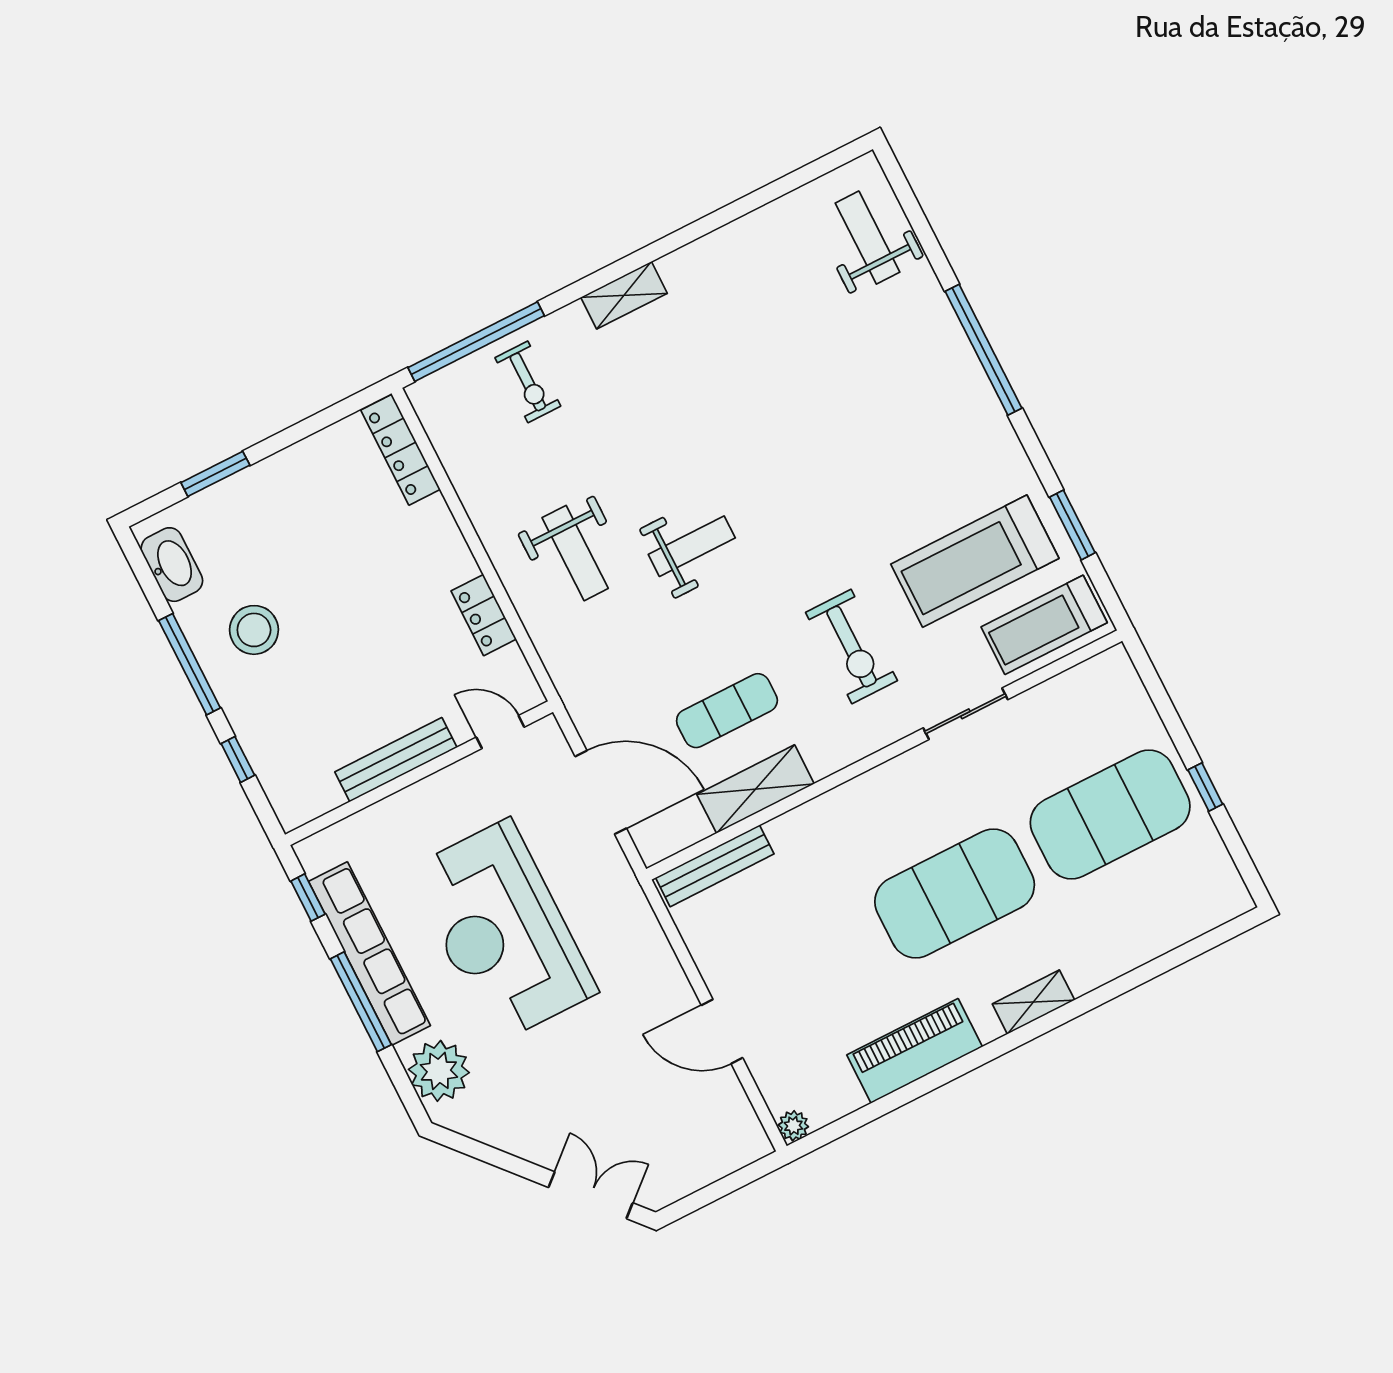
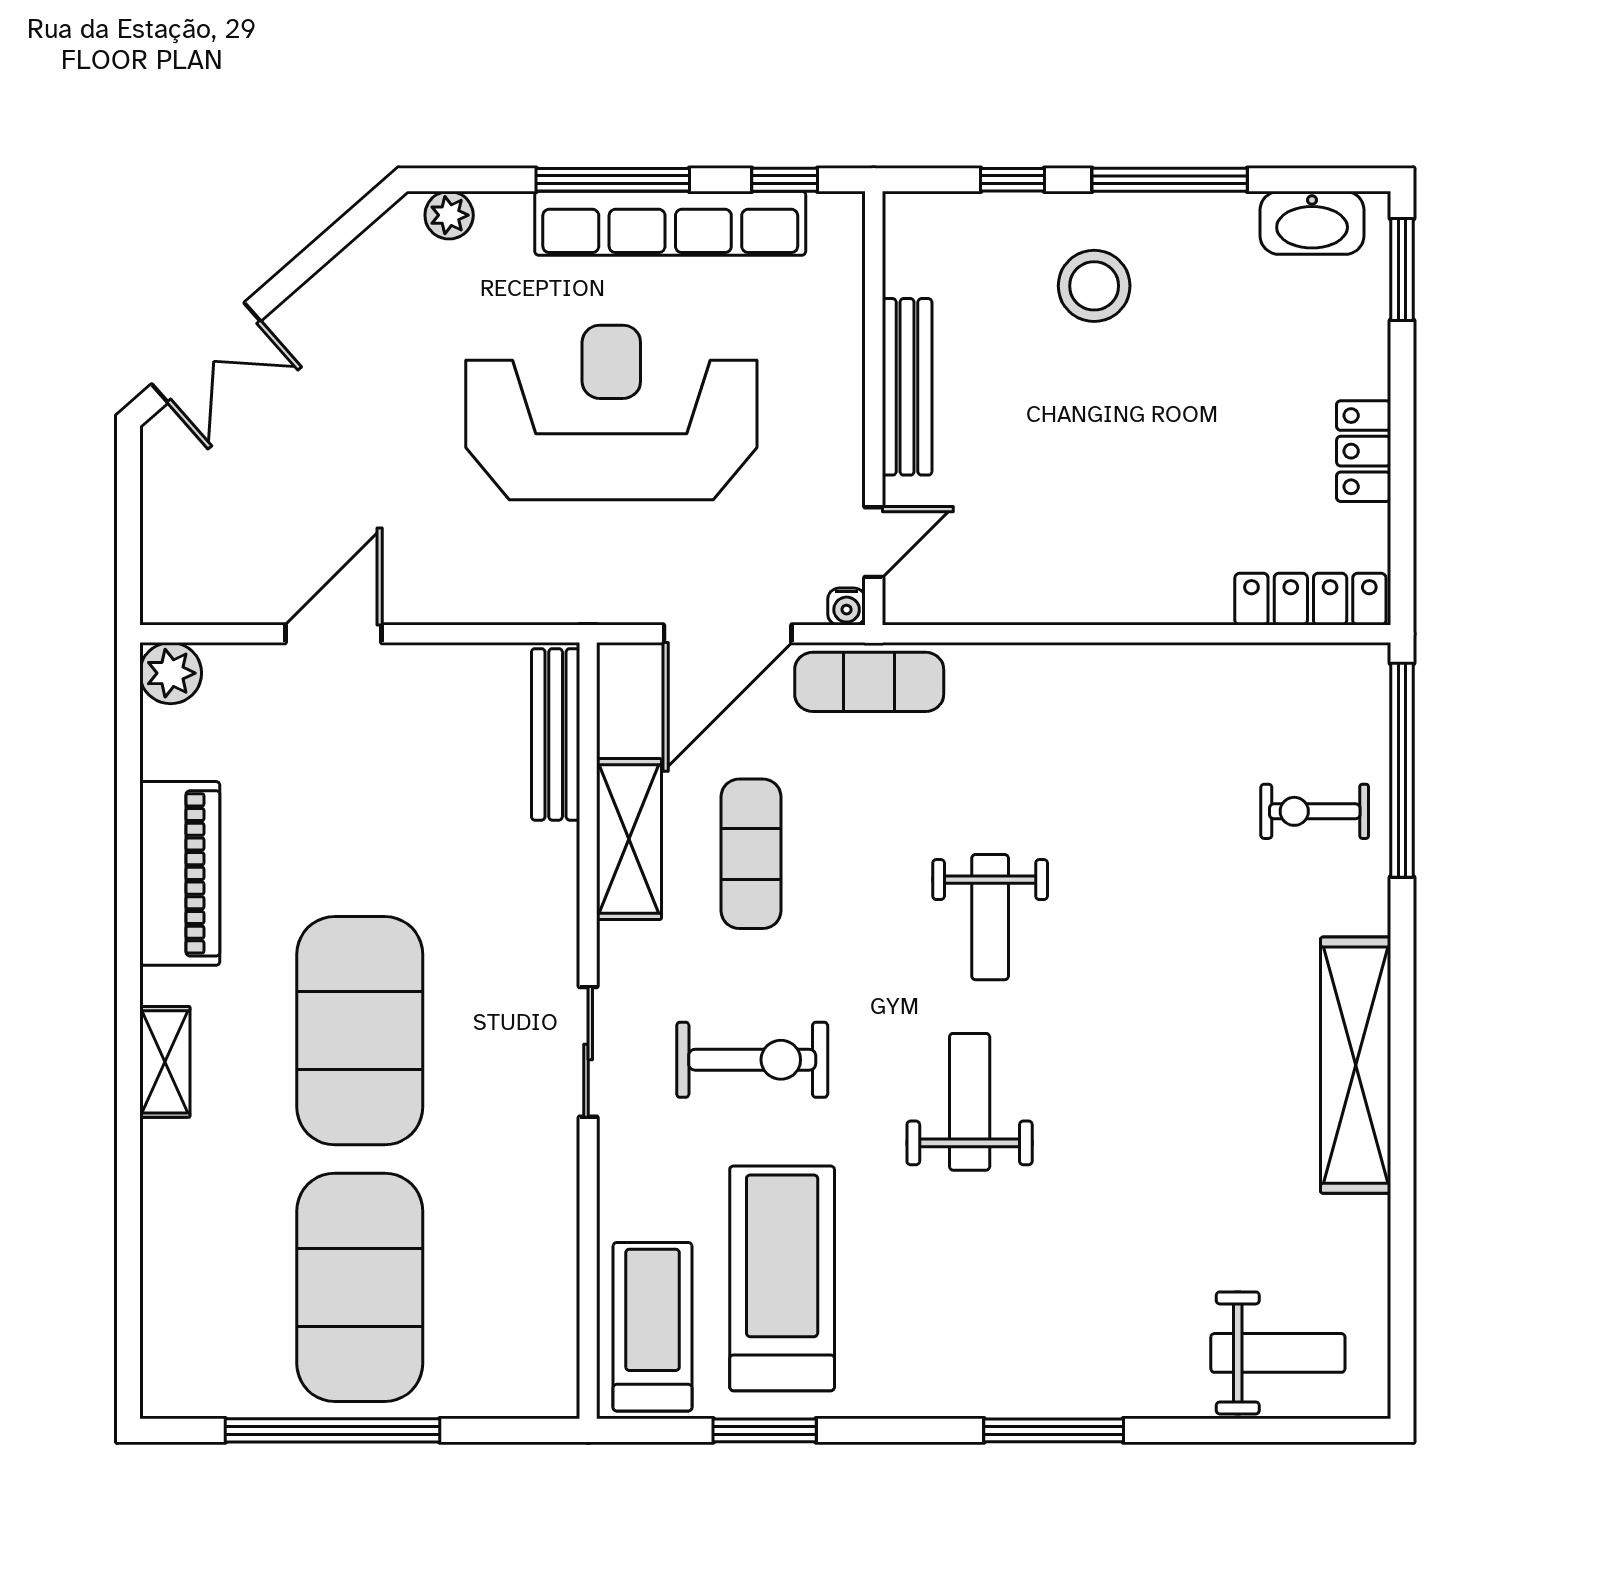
shelving: (624, 295) -> (1356, 1065), width x2.20, depth x1.33
window: (983, 350) -> (1054, 1430), width x0.68
window: (215, 474) -> (1402, 270), moved
weight bench: (575, 553) -> (970, 1102), moved, turned 90
locker: (484, 615) -> (1364, 451), moved, turned -90
stool: (254, 630) -> (1094, 286), moved
exercise bike: (851, 647) -> (752, 1060), turned 180
exercise mat: (586, 692) -> (869, 682), added
sliding door: (965, 714) -> (588, 1052), moved
water cooler: (548, 729) -> (847, 607), added
window: (1205, 787) -> (333, 1430), width x3.17
plant: (439, 1071) -> (449, 215), width x0.53, depth x0.53
plant: (793, 1126) -> (171, 673), width x1.38, depth x1.38

